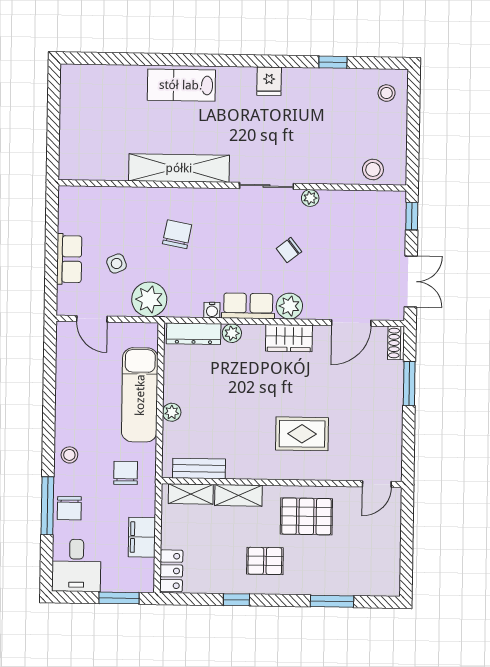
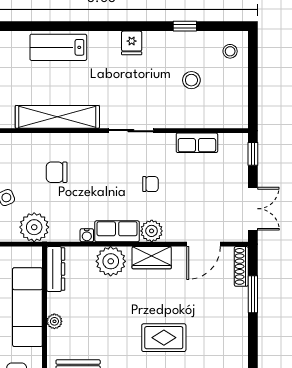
stool: (373, 169) -> (191, 80), moved
plant: (310, 198) -> (168, 140), removed
row of seats: (345, 202) -> (197, 143), added
chair: (177, 234) -> (57, 172), turned -101
chair: (289, 250) -> (150, 184), turned -142
plant: (232, 333) -> (111, 261), width x1.88, depth x1.88
dresser: (194, 334) -> (56, 269), moved, turned -90
shoe rack: (396, 343) -> (241, 266), width x1.43

